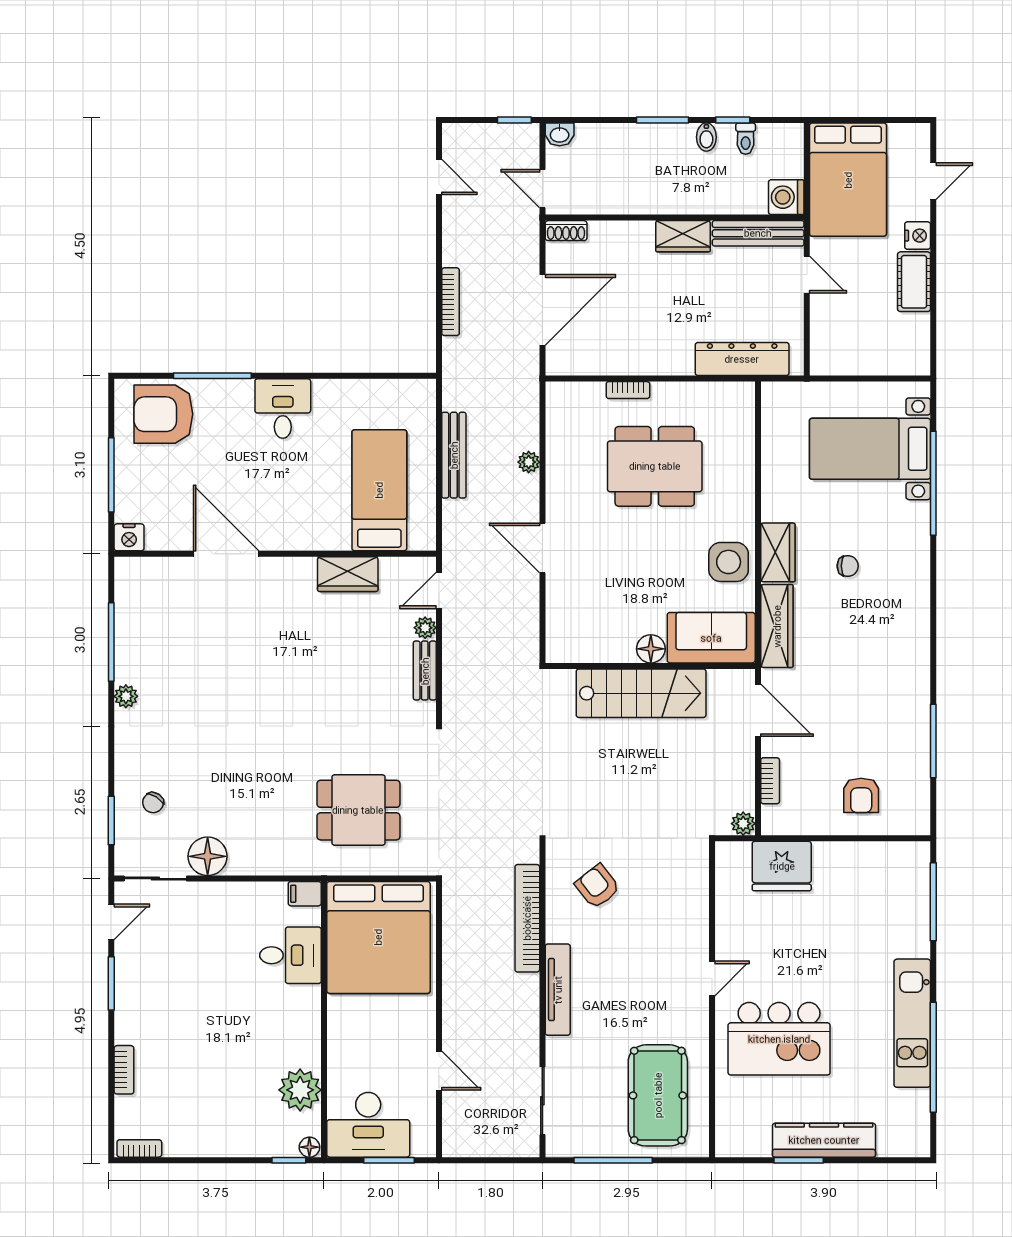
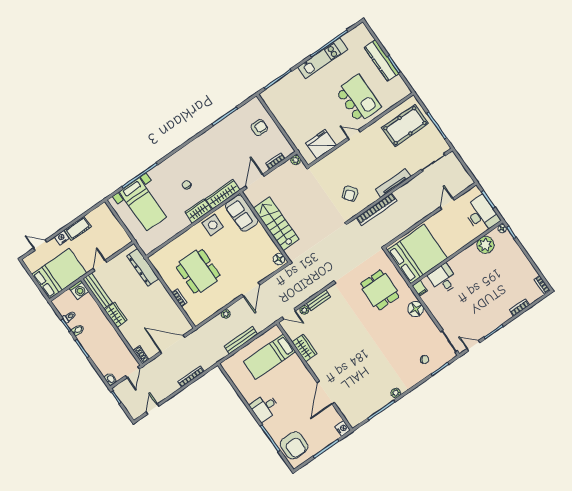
floor lamp: (651, 649) -> (279, 259), moved
floor lamp: (208, 856) -> (416, 309), moved
fridge: (782, 866) -> (321, 144), moved, turned -90

